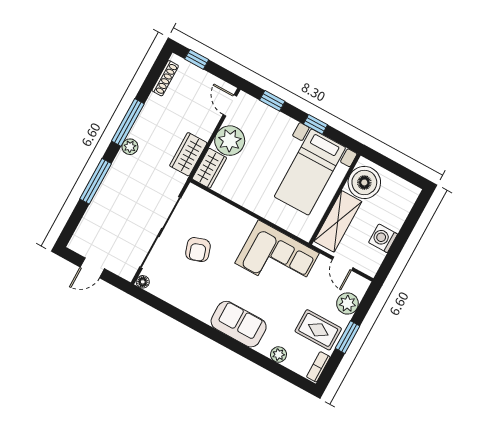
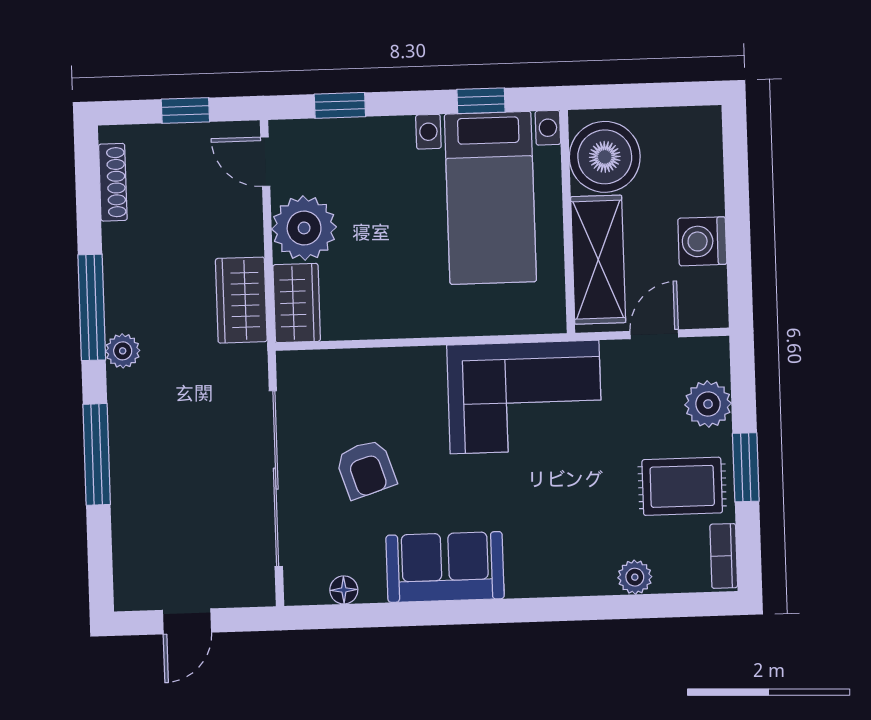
window: (197, 59) -> (185, 111), moved
window: (315, 124) -> (481, 101), moved
door: (343, 264) -> (654, 334), swing flipped
floor lamp: (143, 282) -> (344, 590), moved
sofa: (239, 324) -> (445, 567), moved

